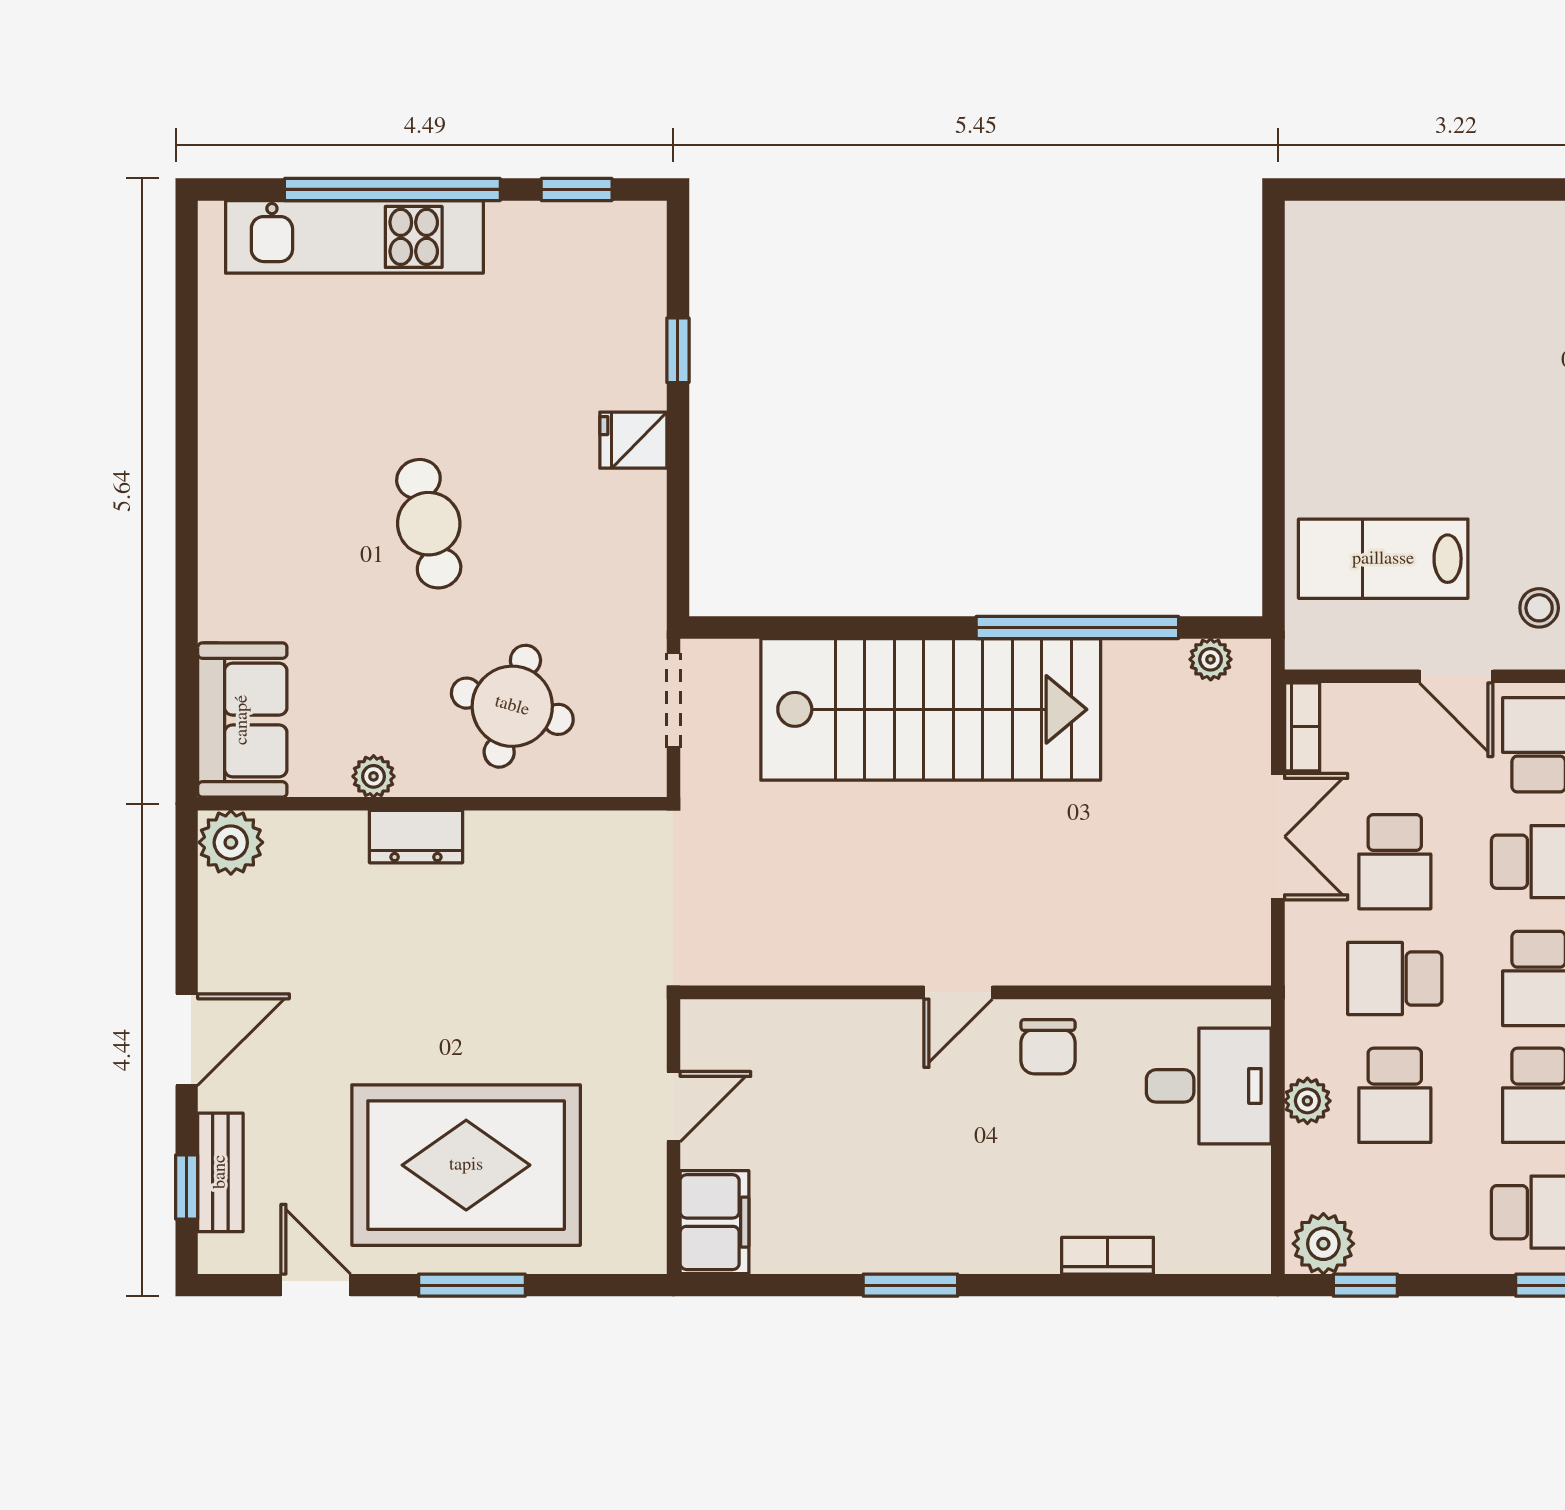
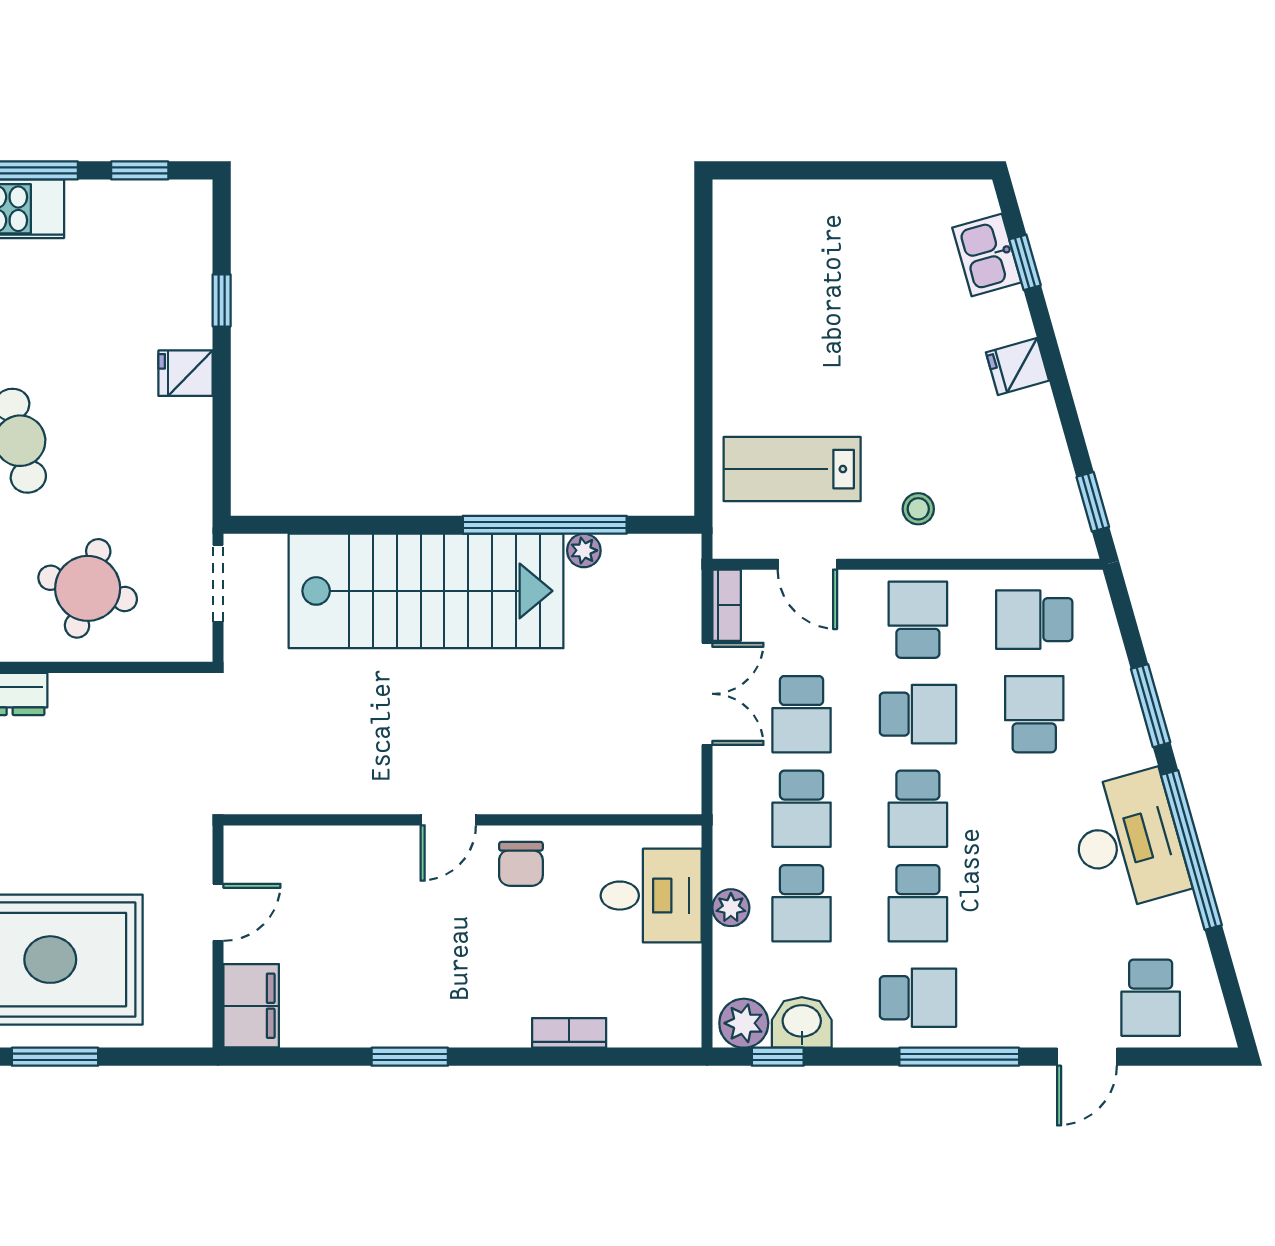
plant: (1211, 659) -> (584, 550), moved
door: (1456, 676) -> (807, 564), moved
school desk: (1395, 978) -> (802, 809), turned -90
washbasin: (1395, 1243) -> (802, 1022), added

